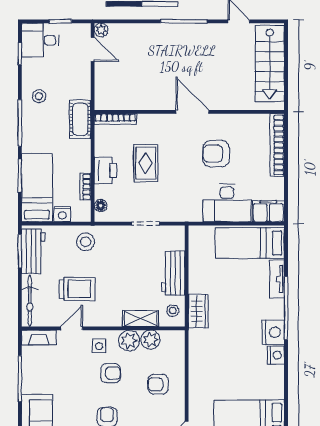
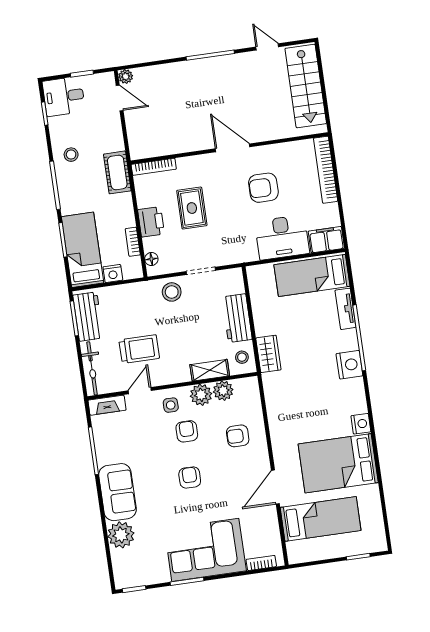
stool: (86, 242) -> (172, 292), moved
nightstand: (276, 355) -> (361, 424), moved
armchair: (111, 373) -> (187, 431), turned -90

